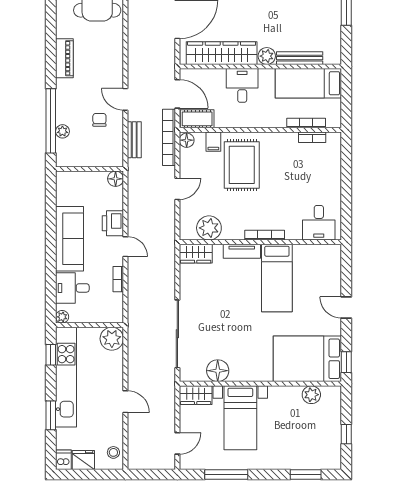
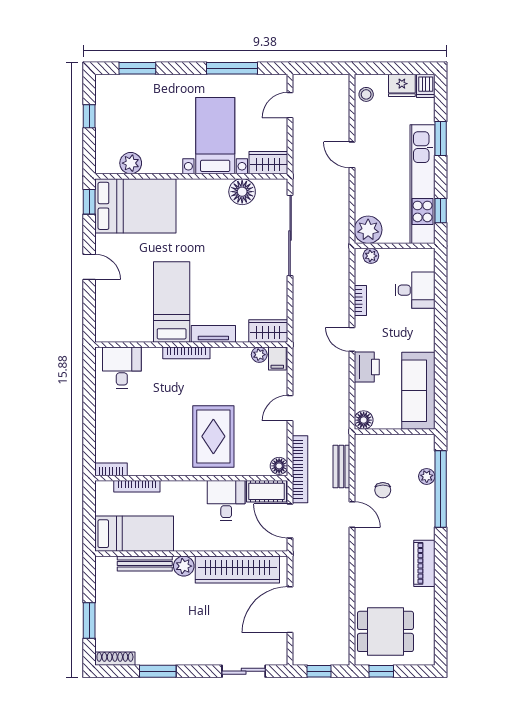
desk: (242, 85) -> (226, 501), moved, turned 180
bookcase: (312, 137) -> (111, 469), moved
filing cabinet: (213, 142) -> (277, 359), moved, turned 180
plant: (209, 228) -> (259, 355), width x0.53, depth x0.53
sofa: (70, 239) -> (418, 391), moved
plant: (62, 317) -> (371, 256), moved

